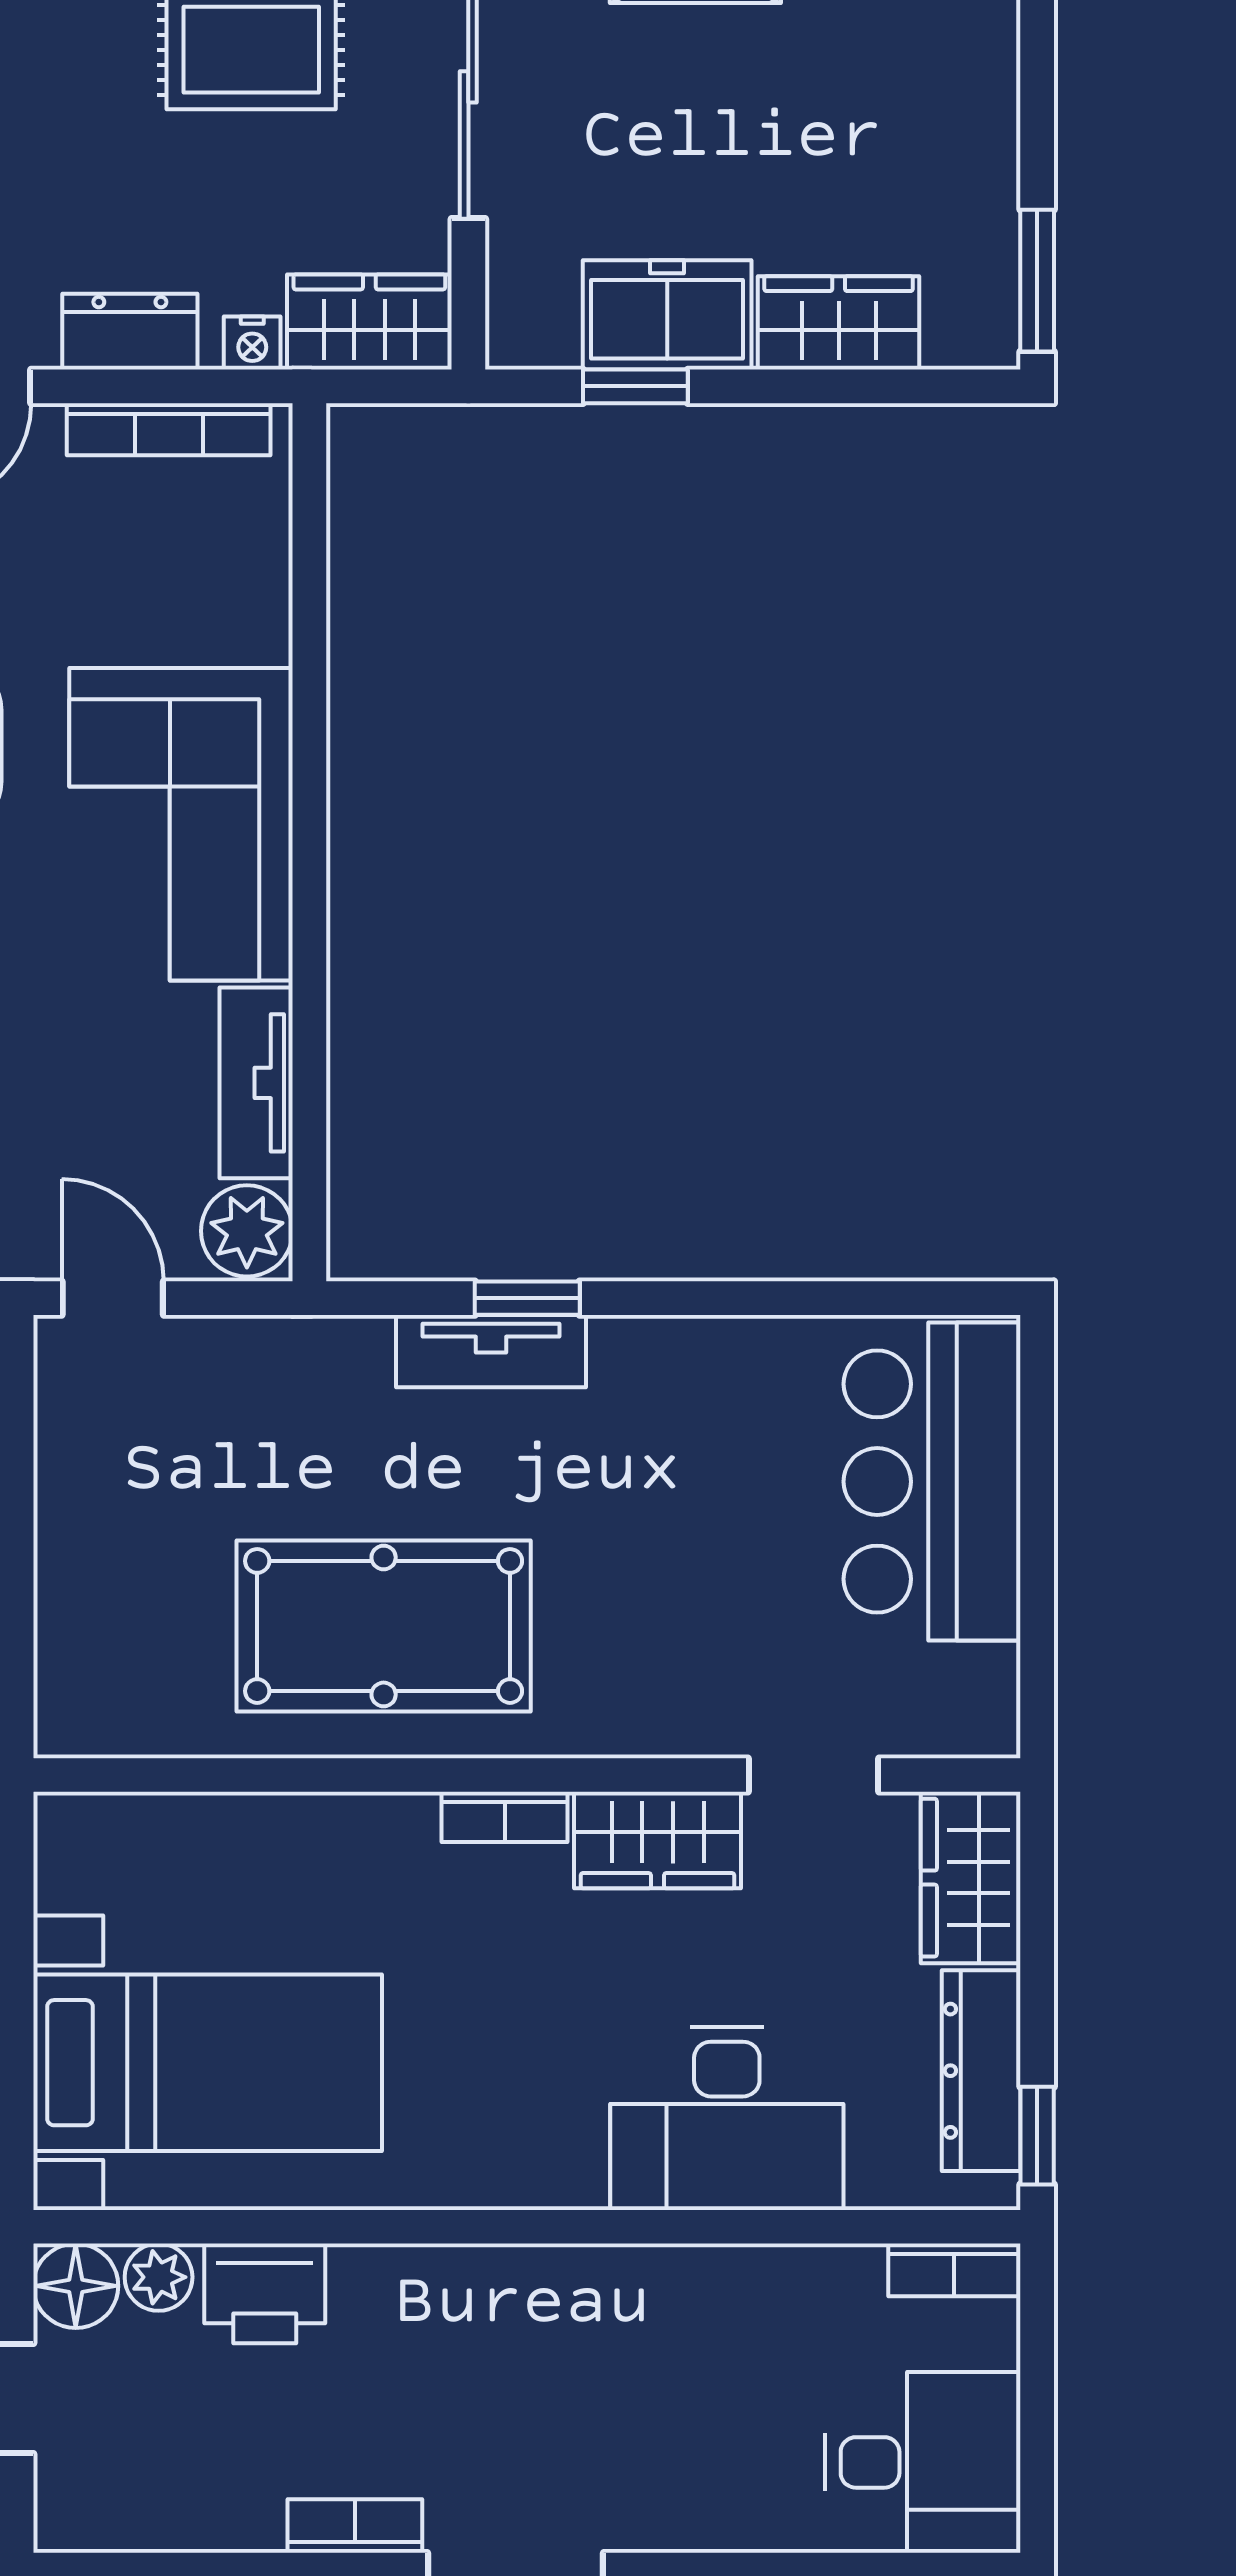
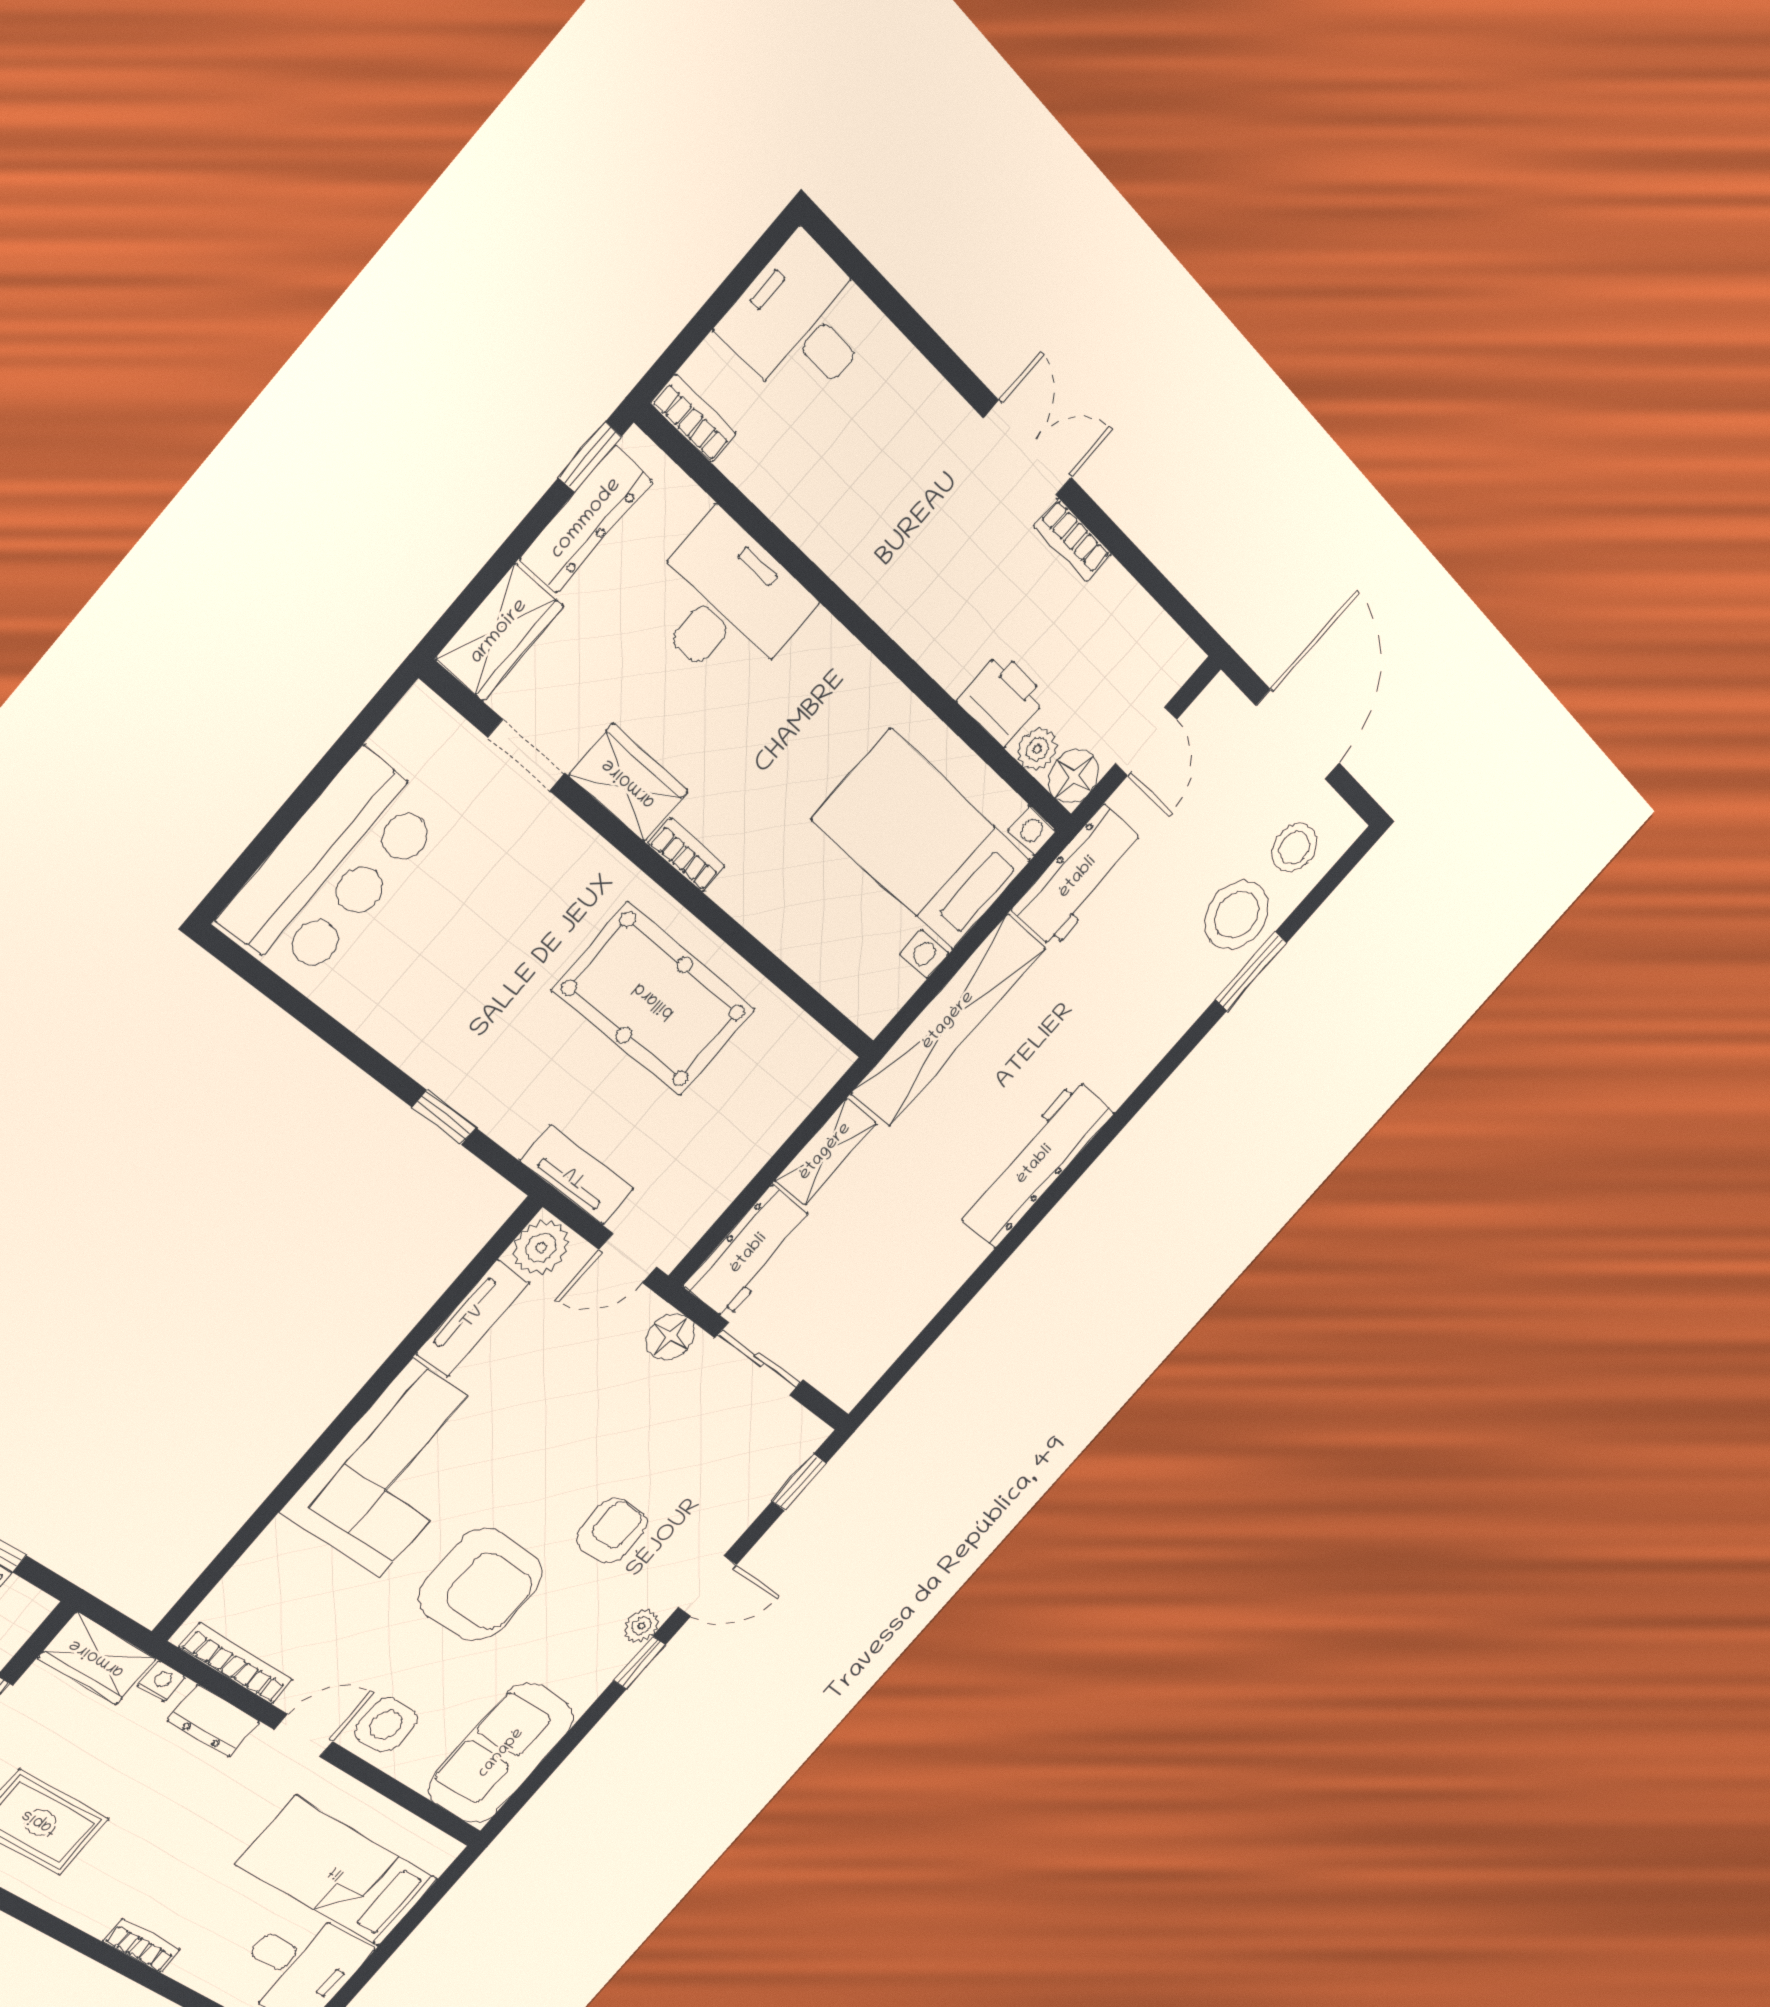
door: (113, 1298) -> (628, 1258), hinge flipped
tv unit: (491, 1351) -> (577, 1175), moved

